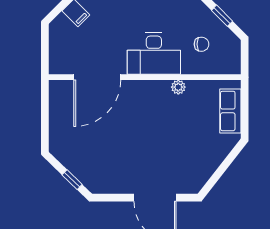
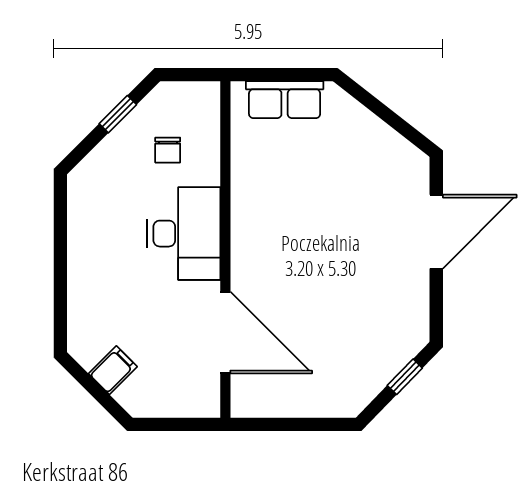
chair: (201, 44) -> (168, 150), turned 180
plant: (178, 87) -> (243, 191), removed

